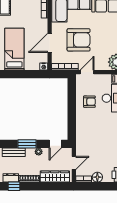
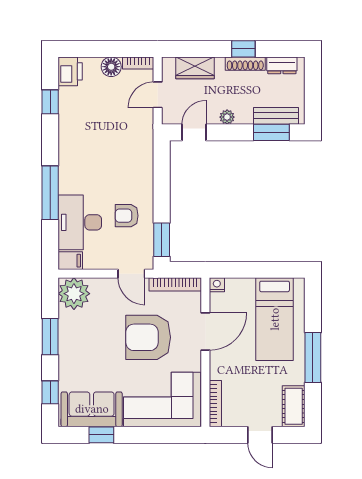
door: (87, 72) -> (131, 274), hinge flipped
window: (72, 89) -> (162, 240), added
window: (27, 144) -> (271, 132), moved
wardrobe: (55, 177) -> (195, 68), width x0.67
window: (14, 186) -> (243, 49), moved

